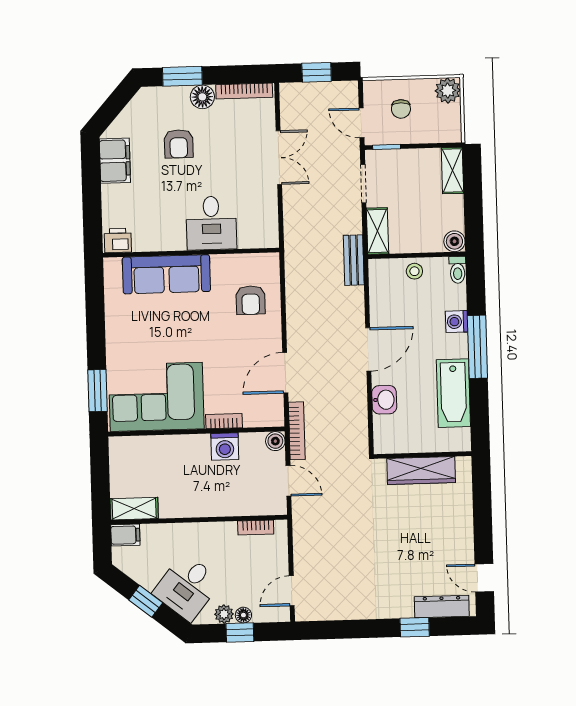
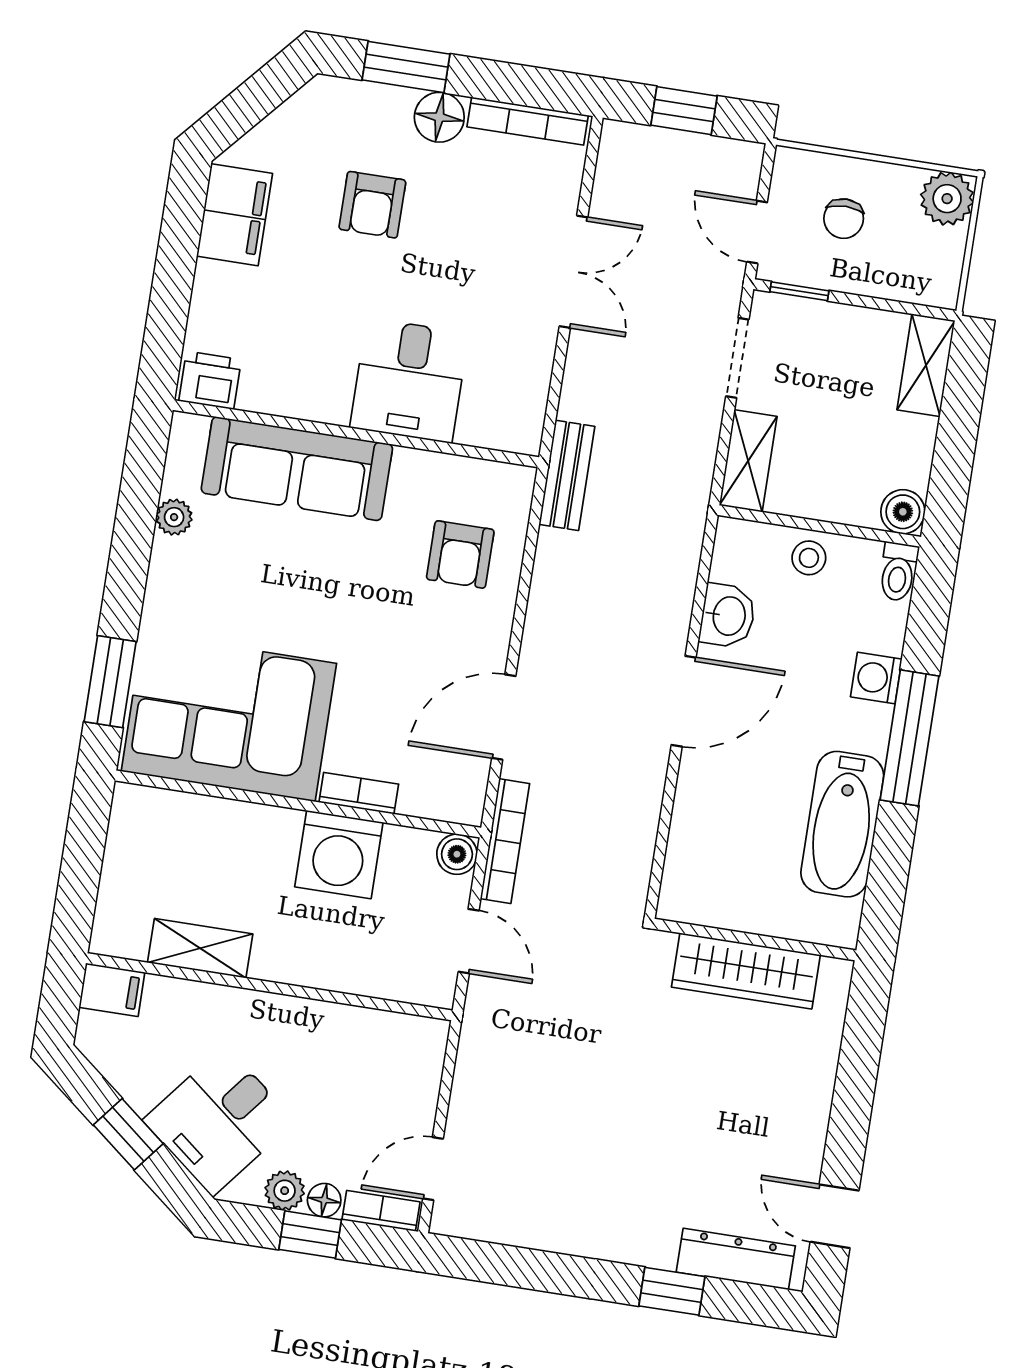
bench: (354, 260) -> (567, 475), moved
plant: (113, 308) -> (174, 517), added
washbasin: (384, 400) -> (728, 616), moved
washing machine: (225, 446) -> (339, 855), width x1.37, depth x1.37
shelving: (134, 509) -> (200, 948), moved
bookcase: (256, 528) -> (381, 1211), moved, turned 180

